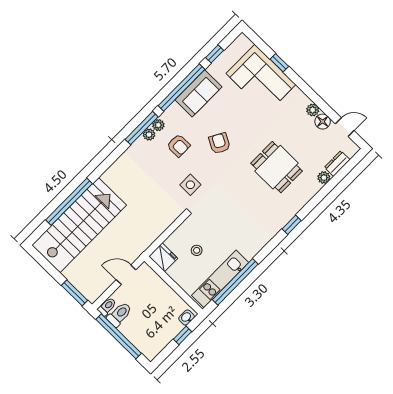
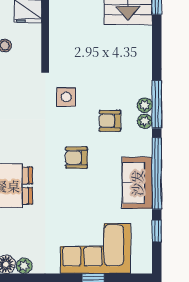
armchair: (219, 143) -> (76, 158), turned 151

